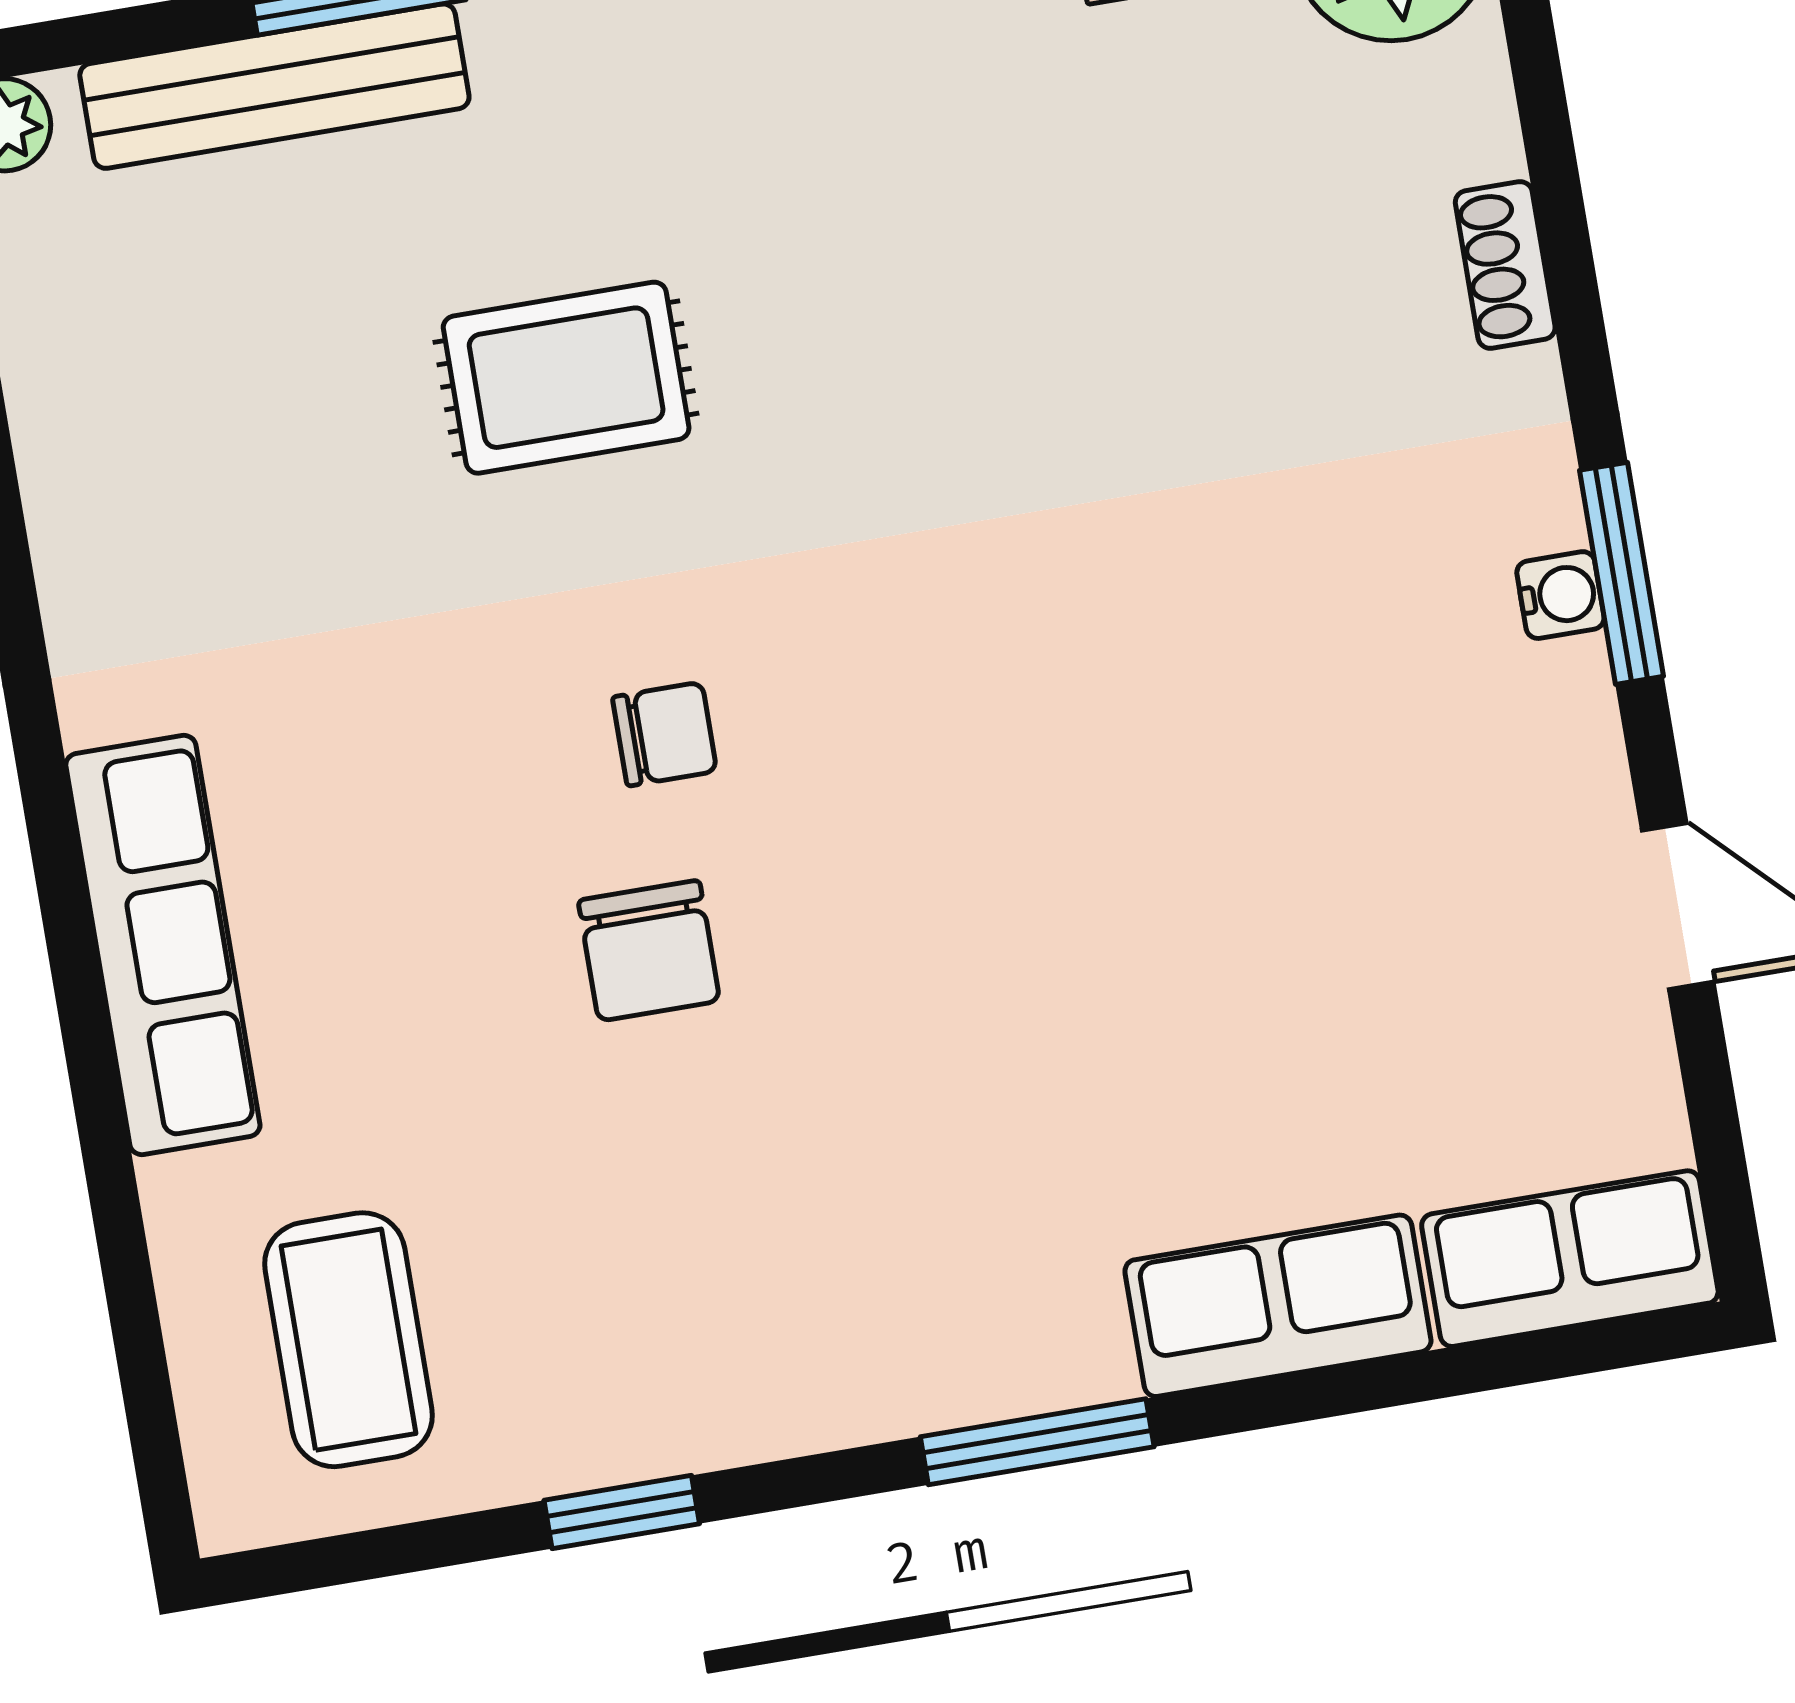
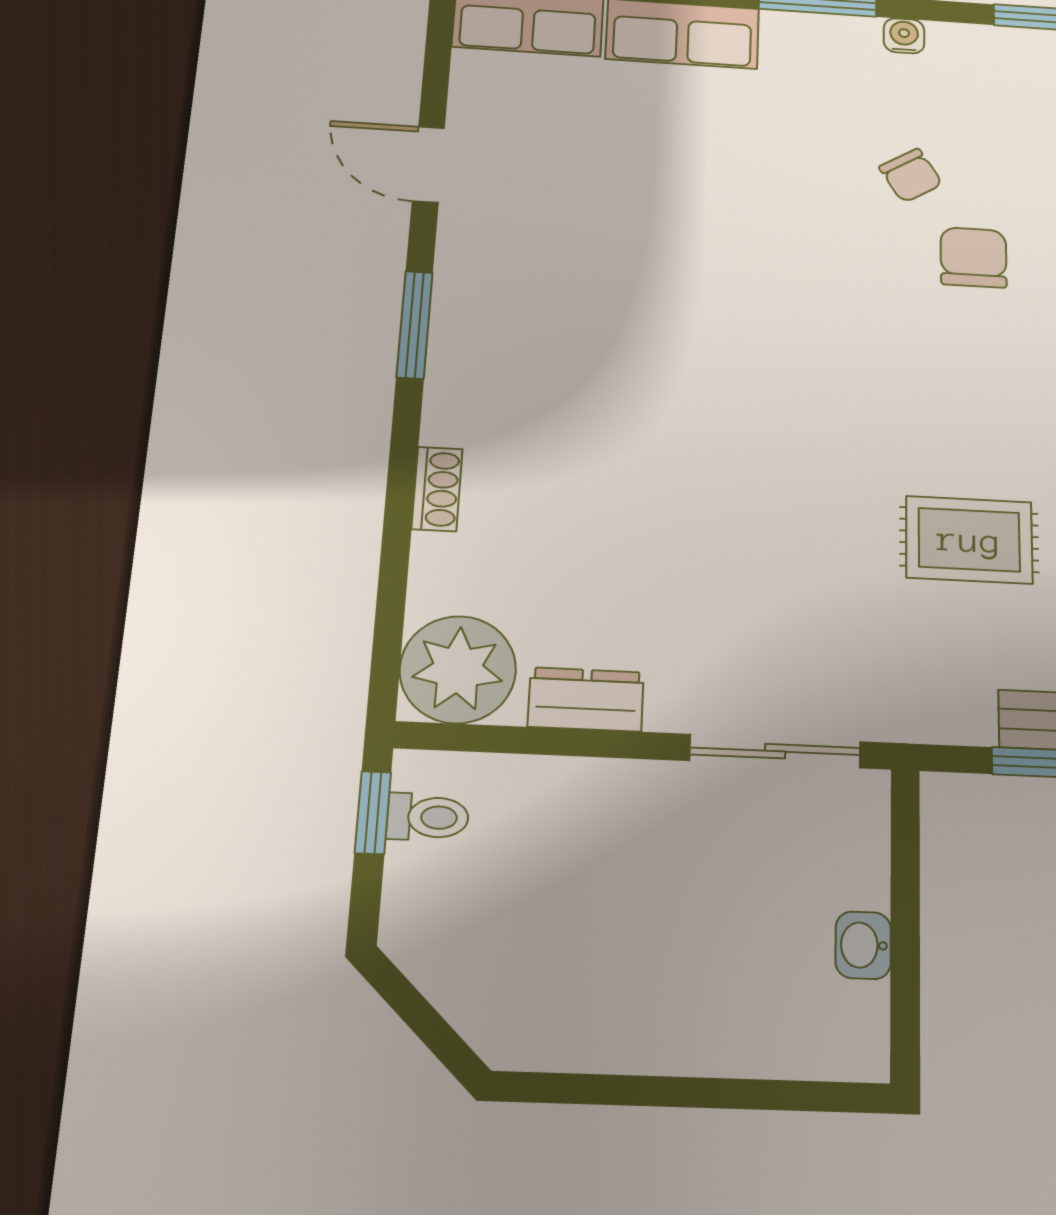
water cooler: (1560, 595) -> (904, 36), moved, turned 90
chair: (665, 734) -> (911, 176), moved, turned -122

